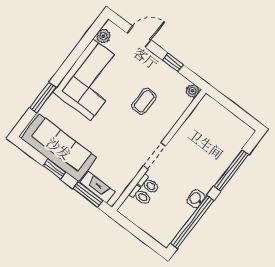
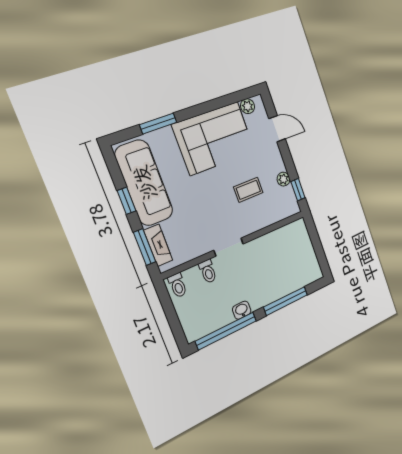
window: (173, 62) -> (298, 190), moved
plant: (193, 91) -> (284, 179), moved
toilet: (141, 195) -> (178, 285), moved

